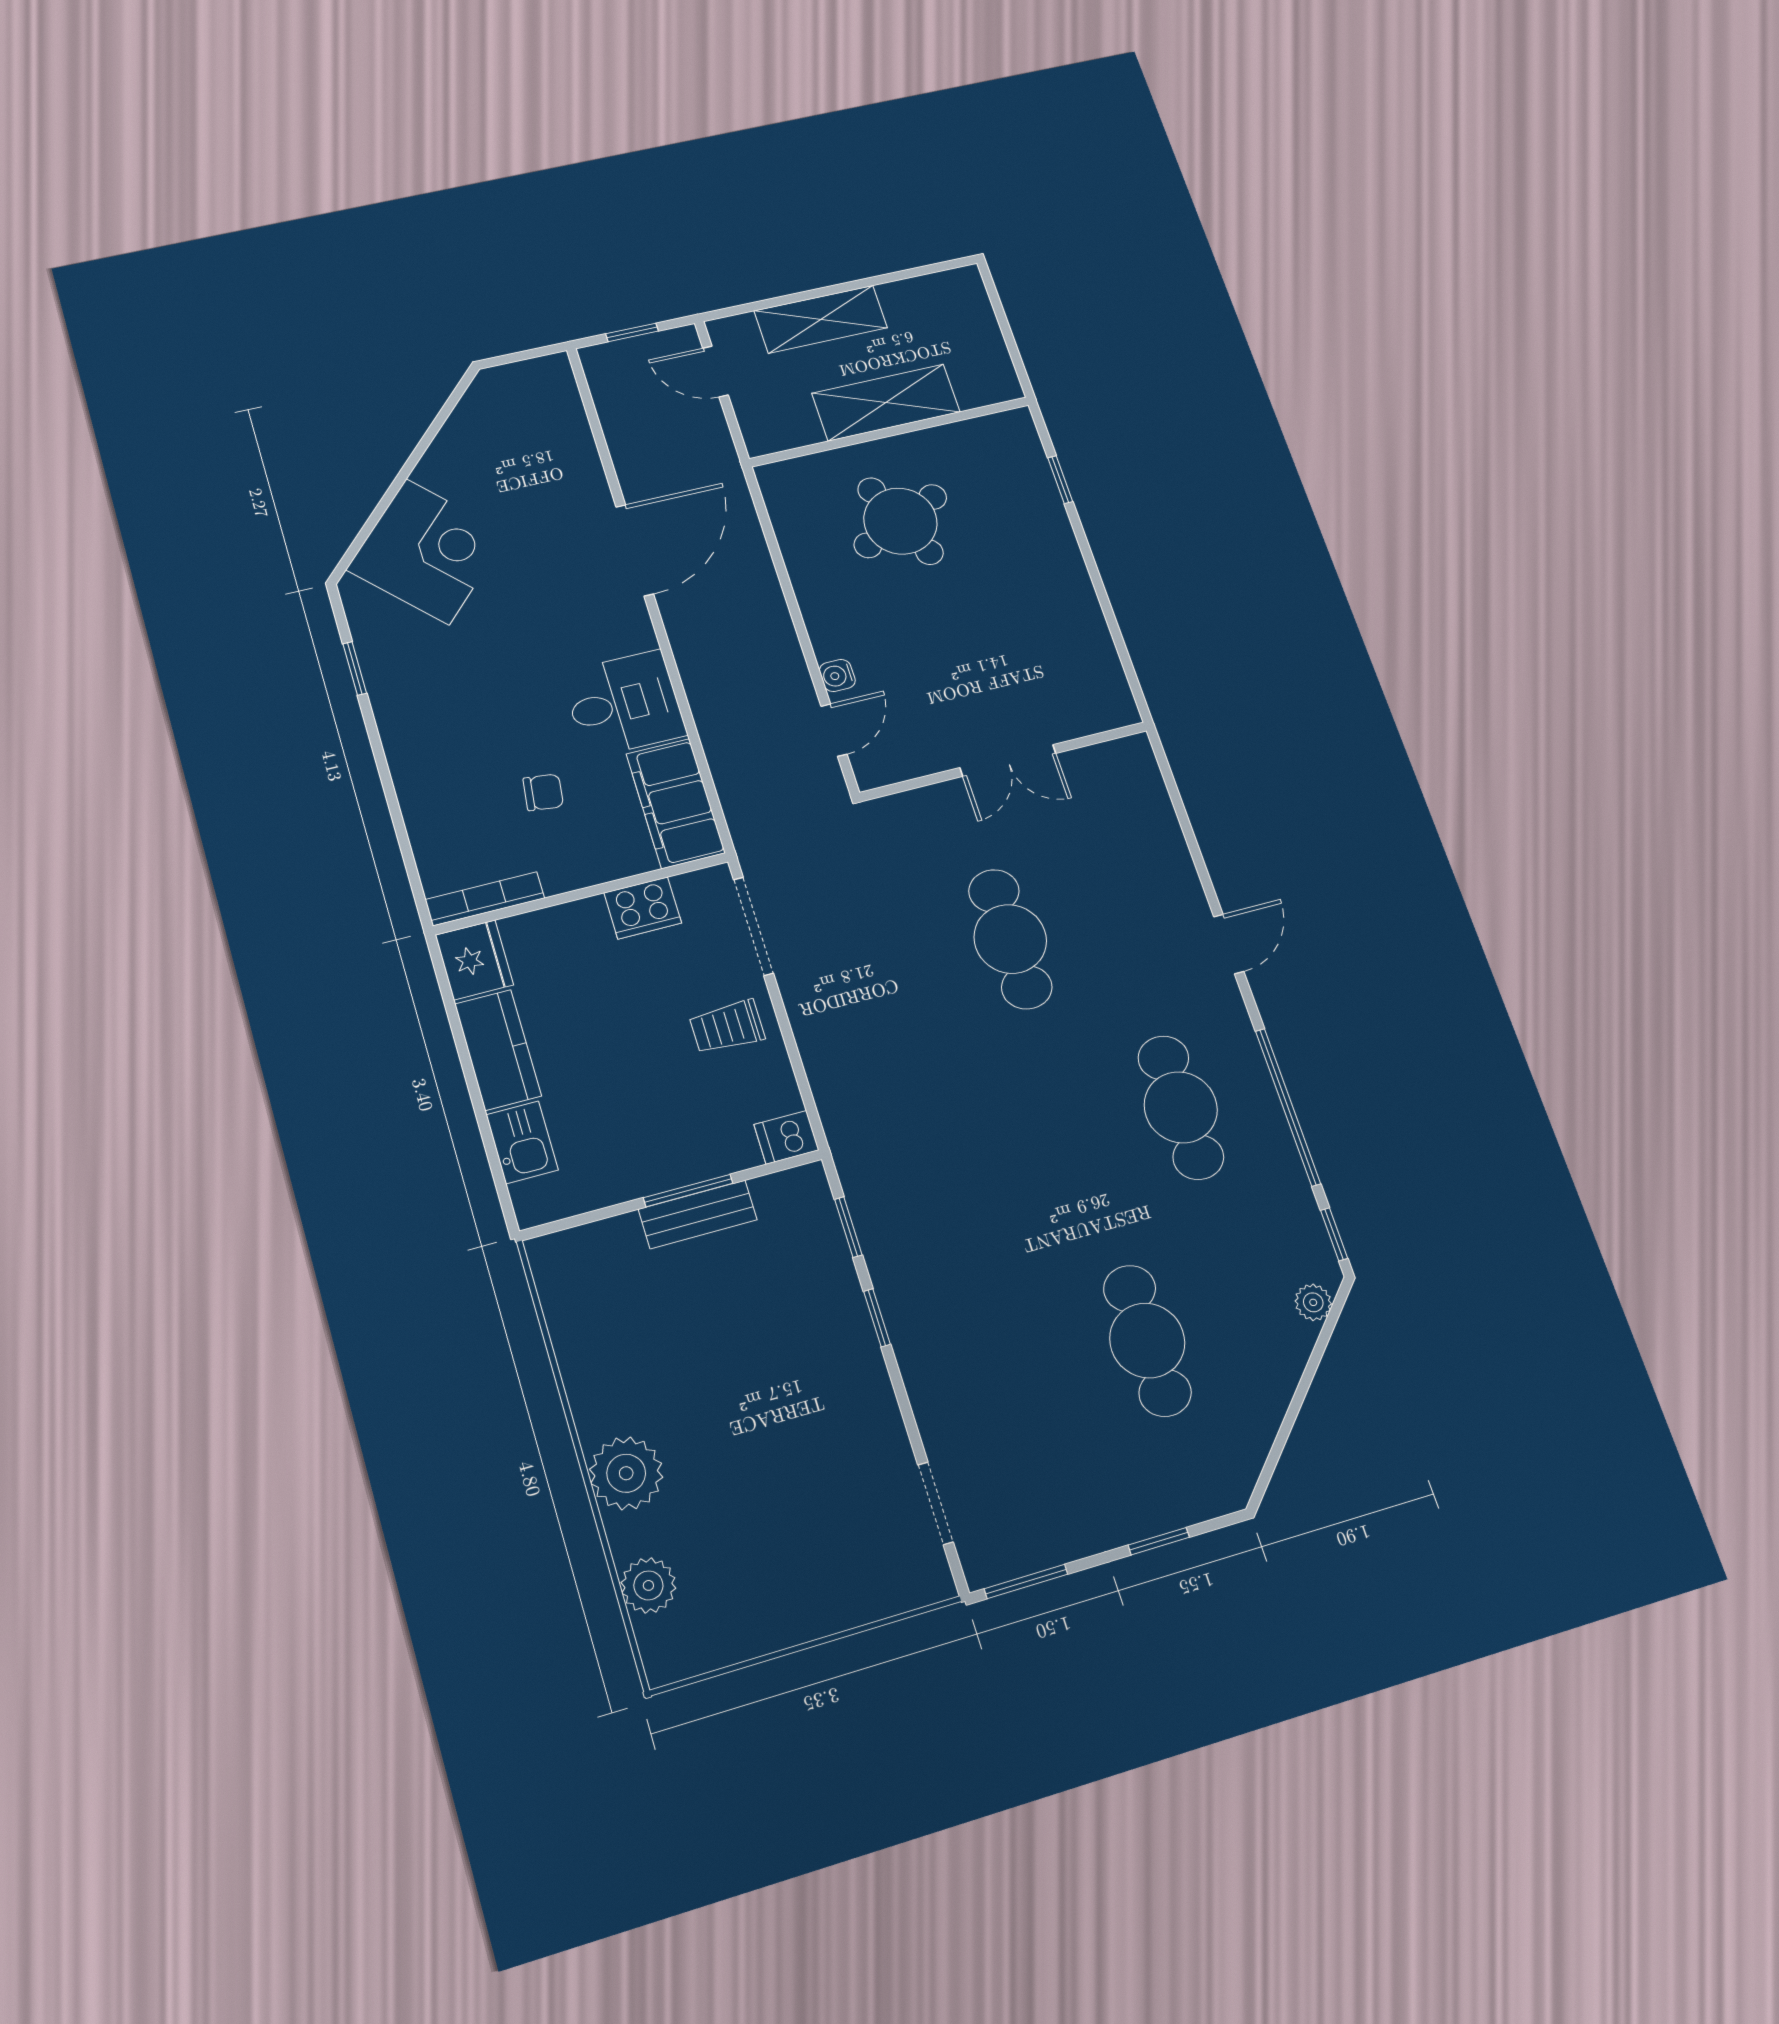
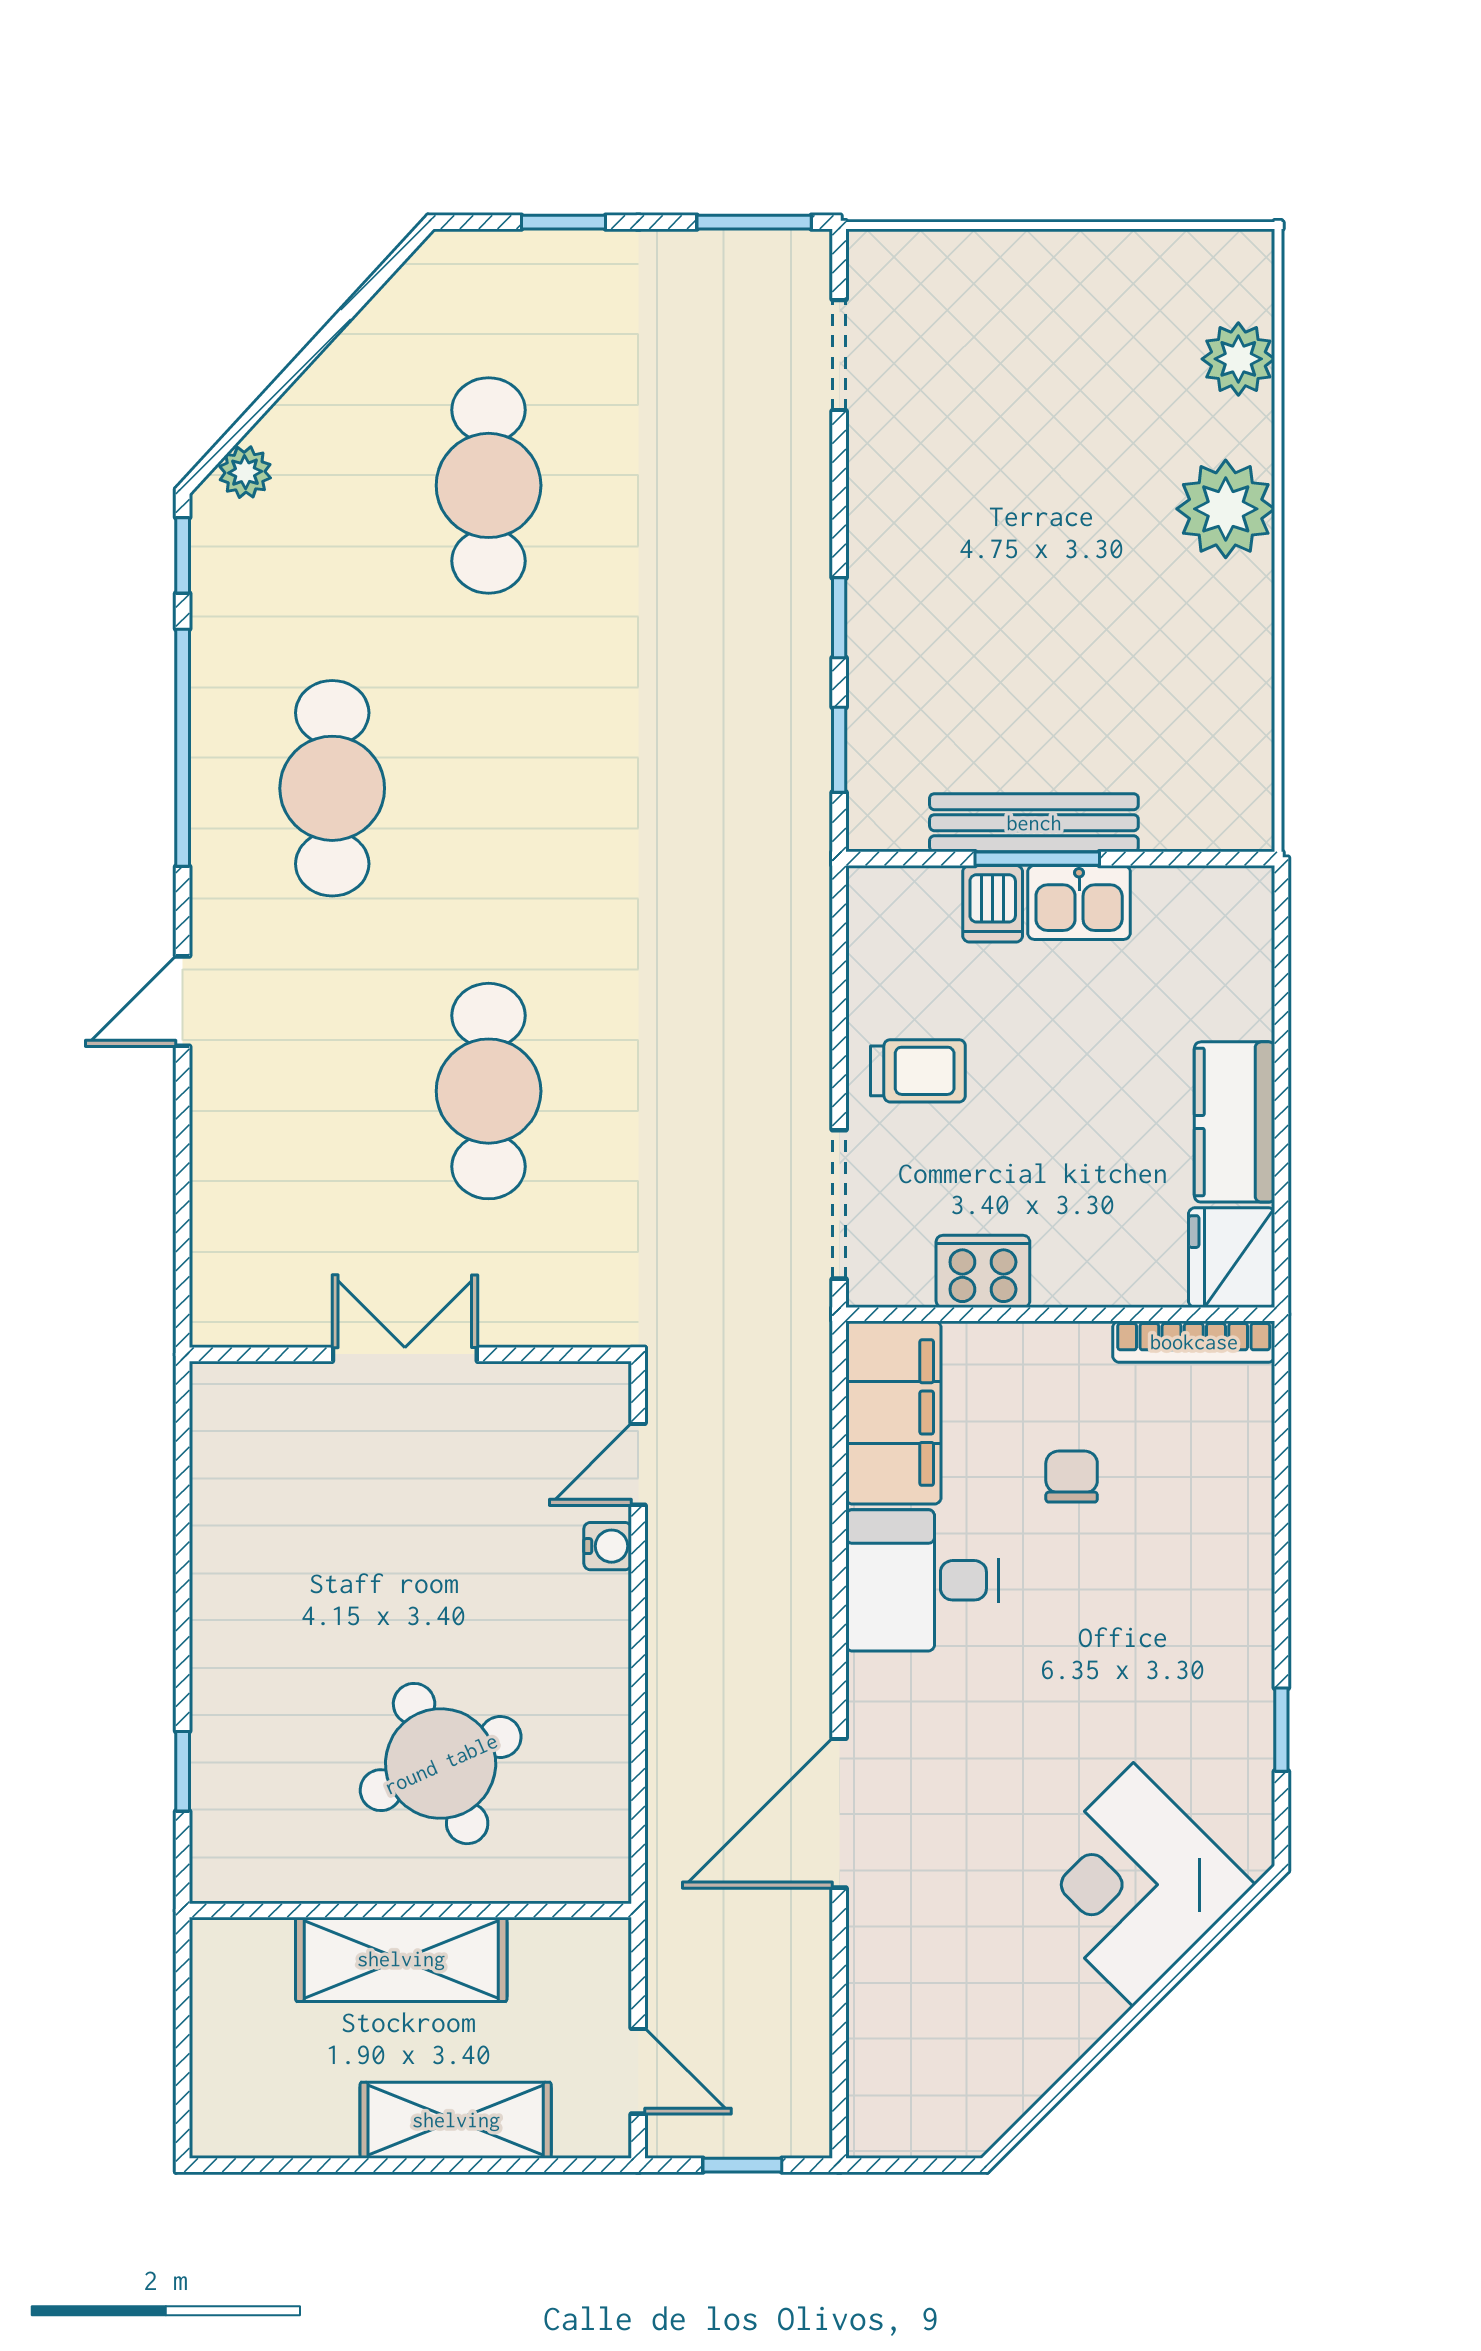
chair: (543, 792) -> (1072, 1477), turned 83
dishwasher: (786, 1137) -> (993, 904), moved, turned 90
kitchen sink: (522, 1142) -> (1079, 902), moved, turned -90
bench: (698, 1214) -> (1034, 823), width x1.36

